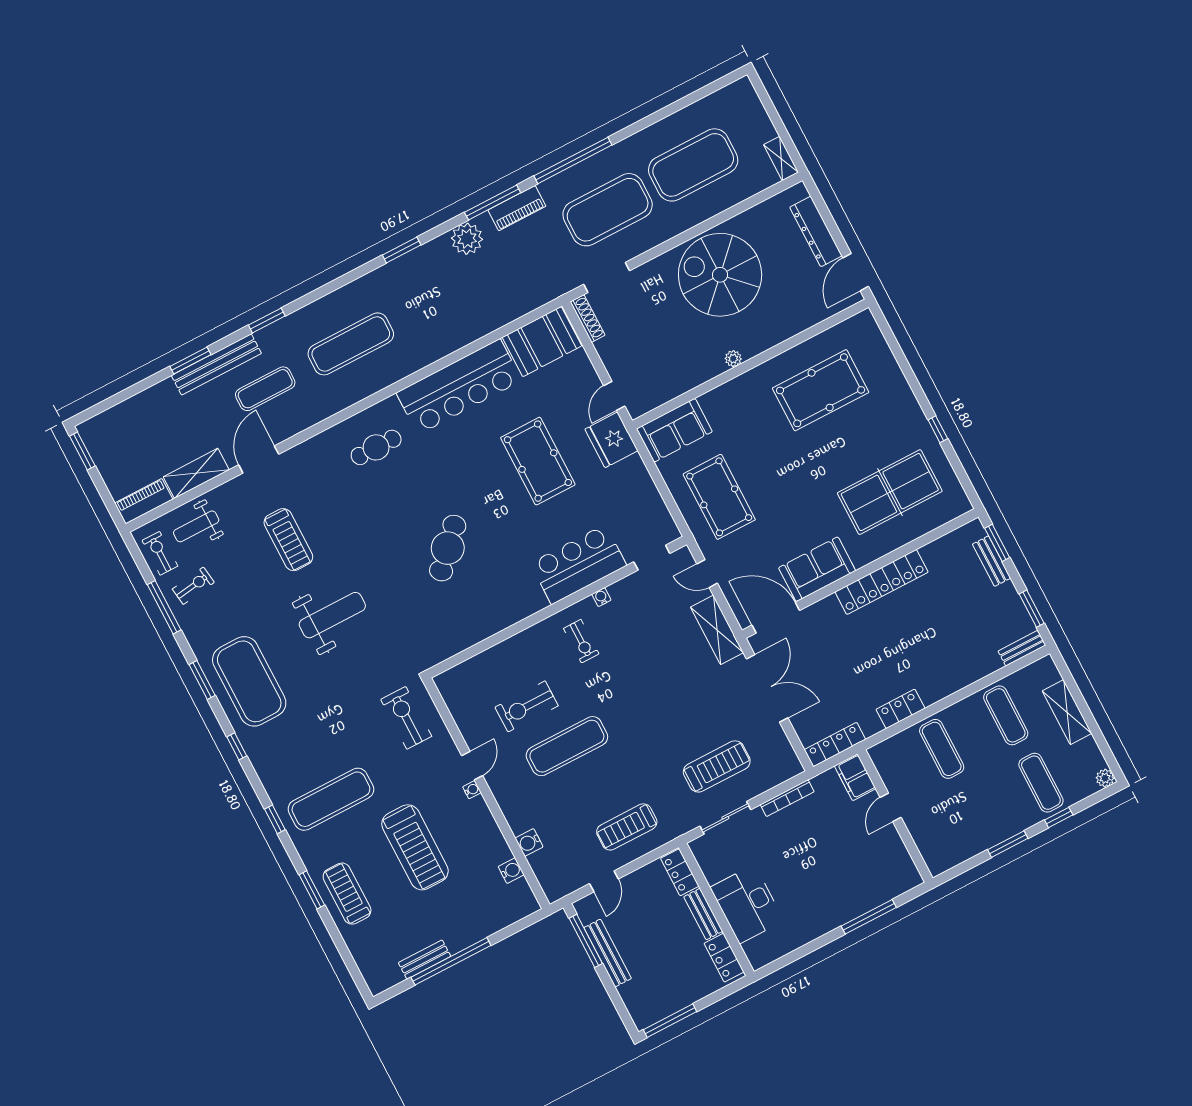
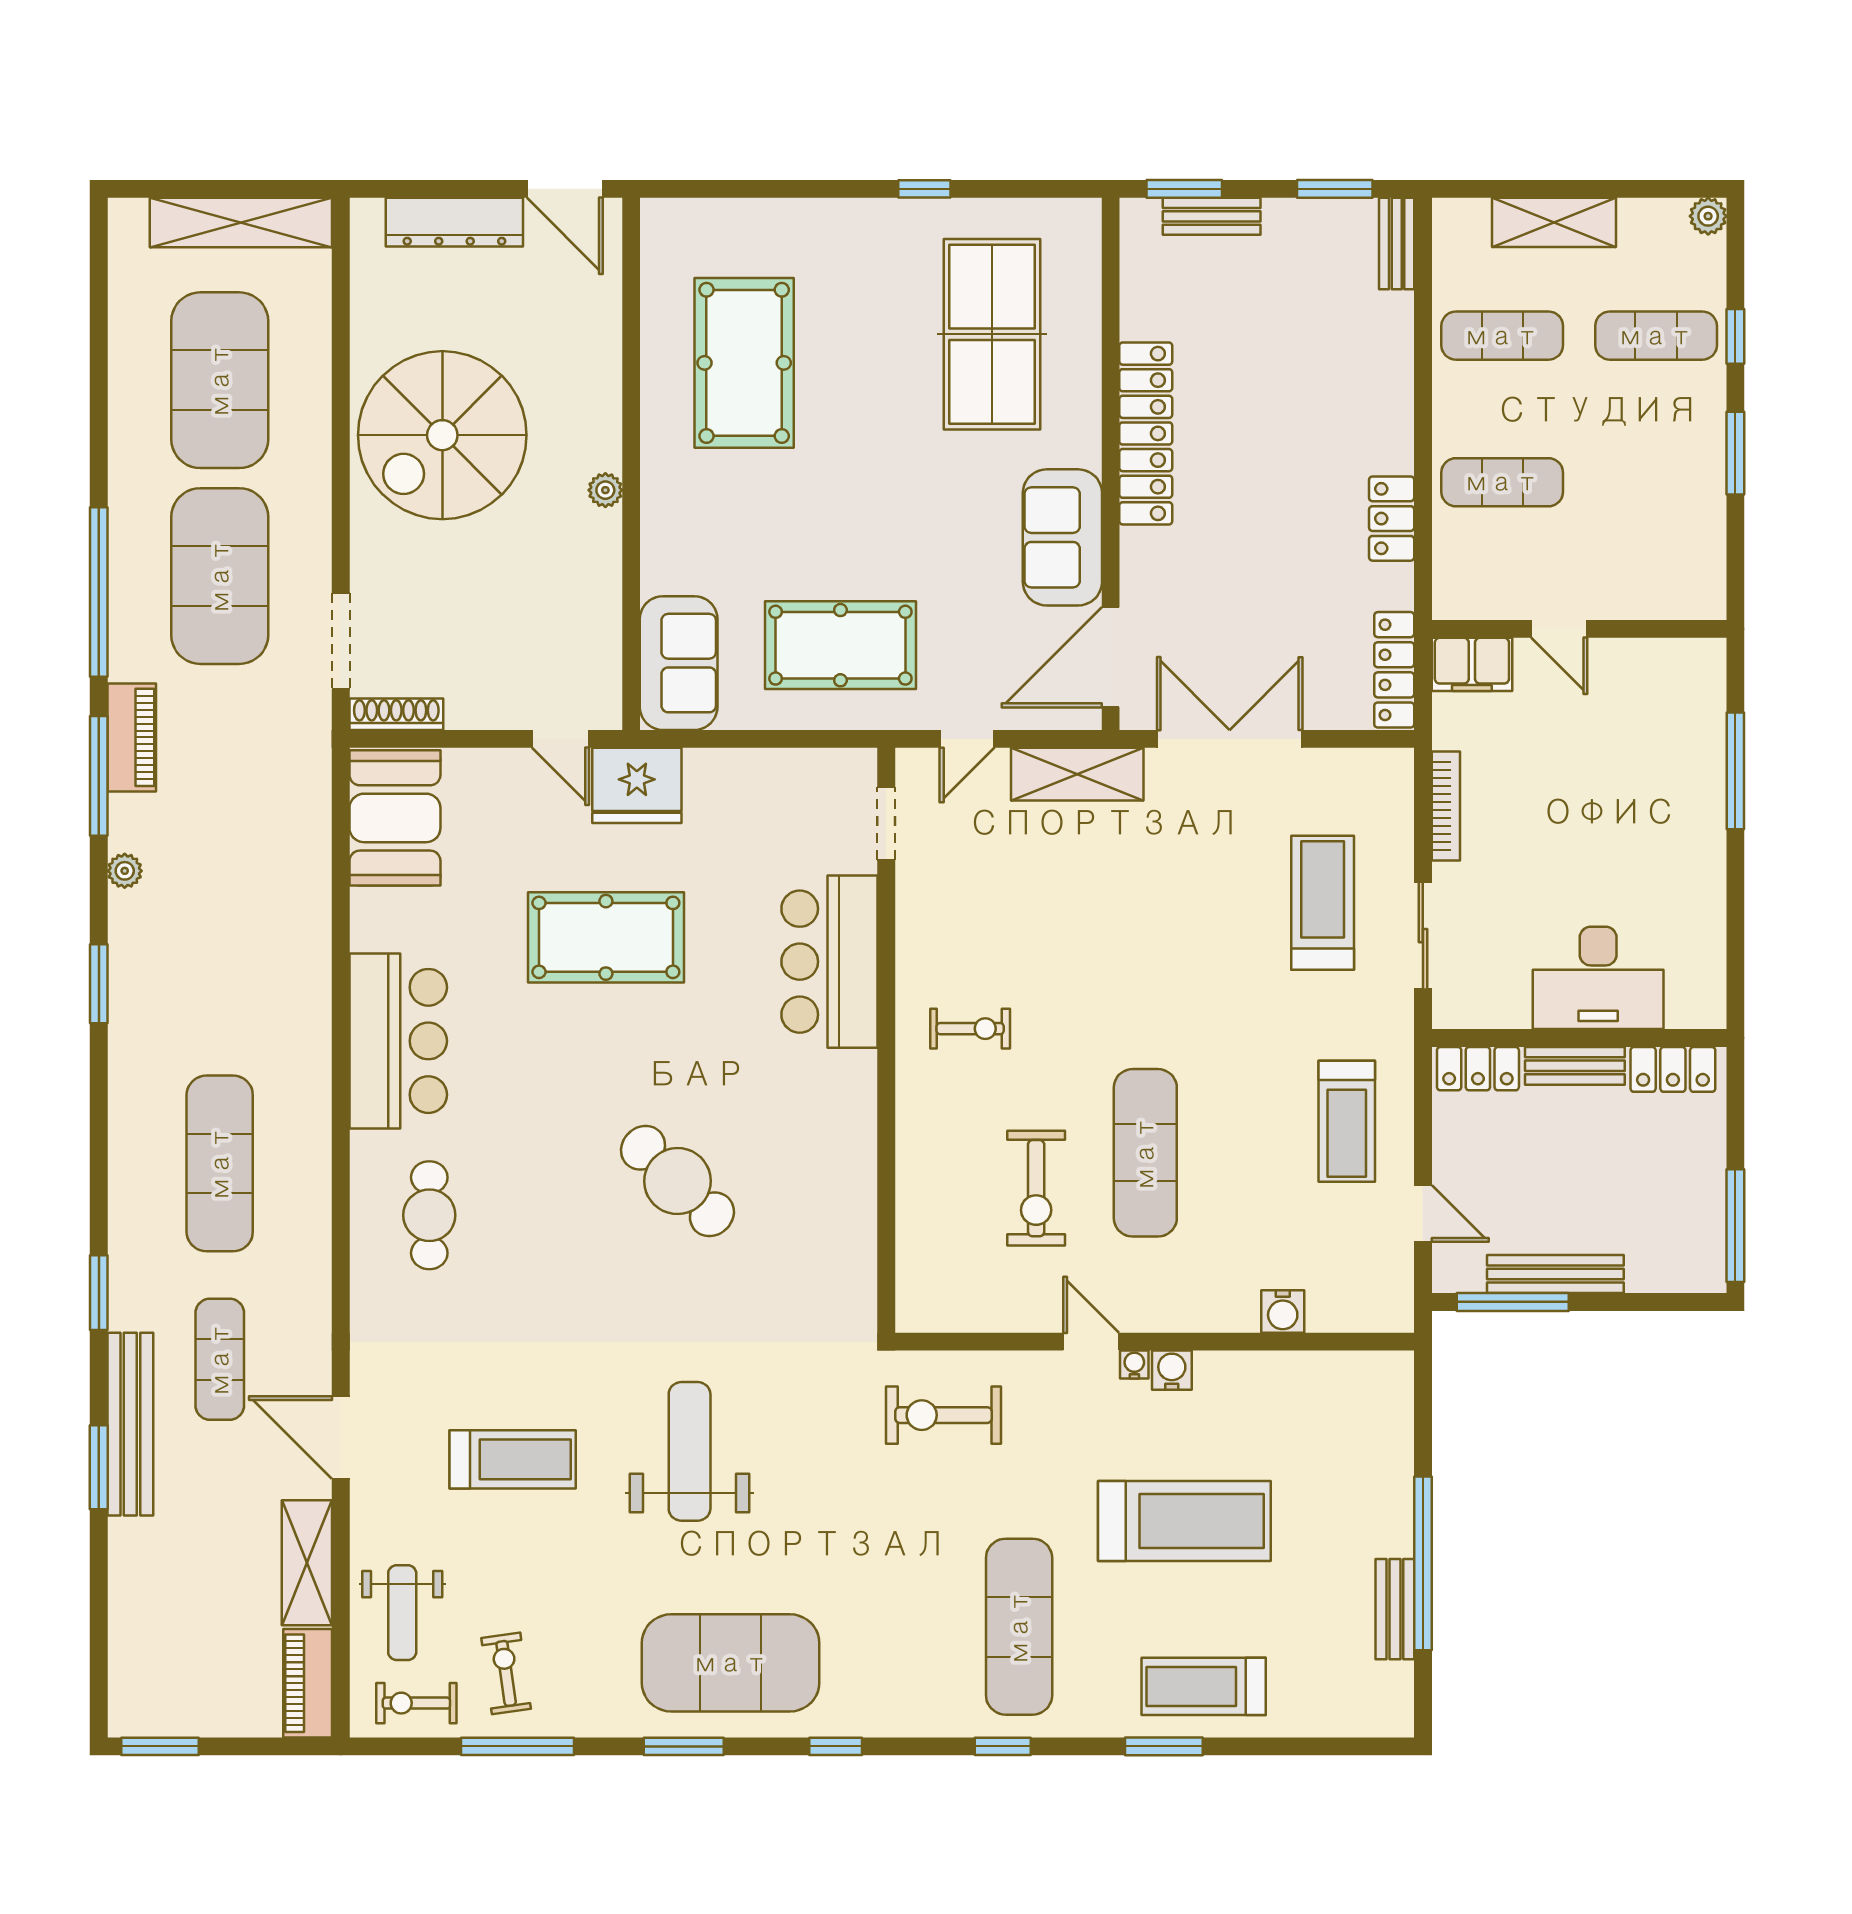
shelving: (781, 158) -> (241, 223), width x2.20, depth x1.33
plant: (467, 239) -> (125, 871), width x0.53, depth x0.53
bar counter: (459, 387) -> (398, 1041), width x0.73
water cooler: (601, 597) -> (910, 951), removed
water cooler: (511, 871) -> (1172, 1370), moved

